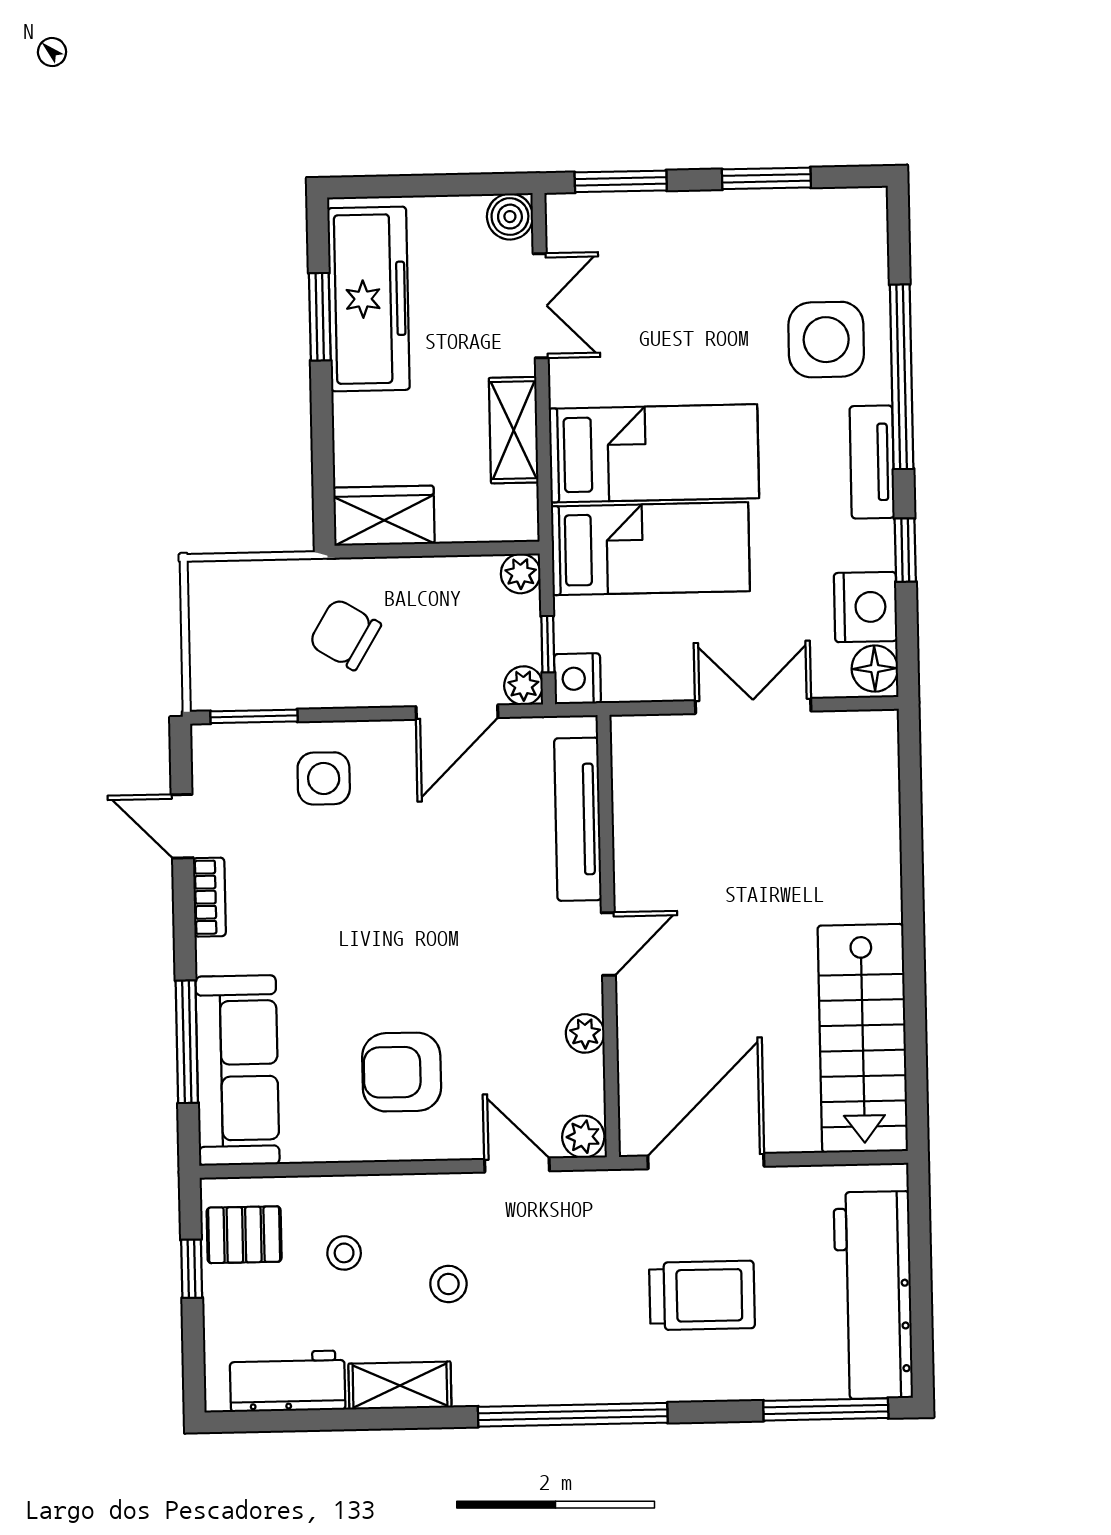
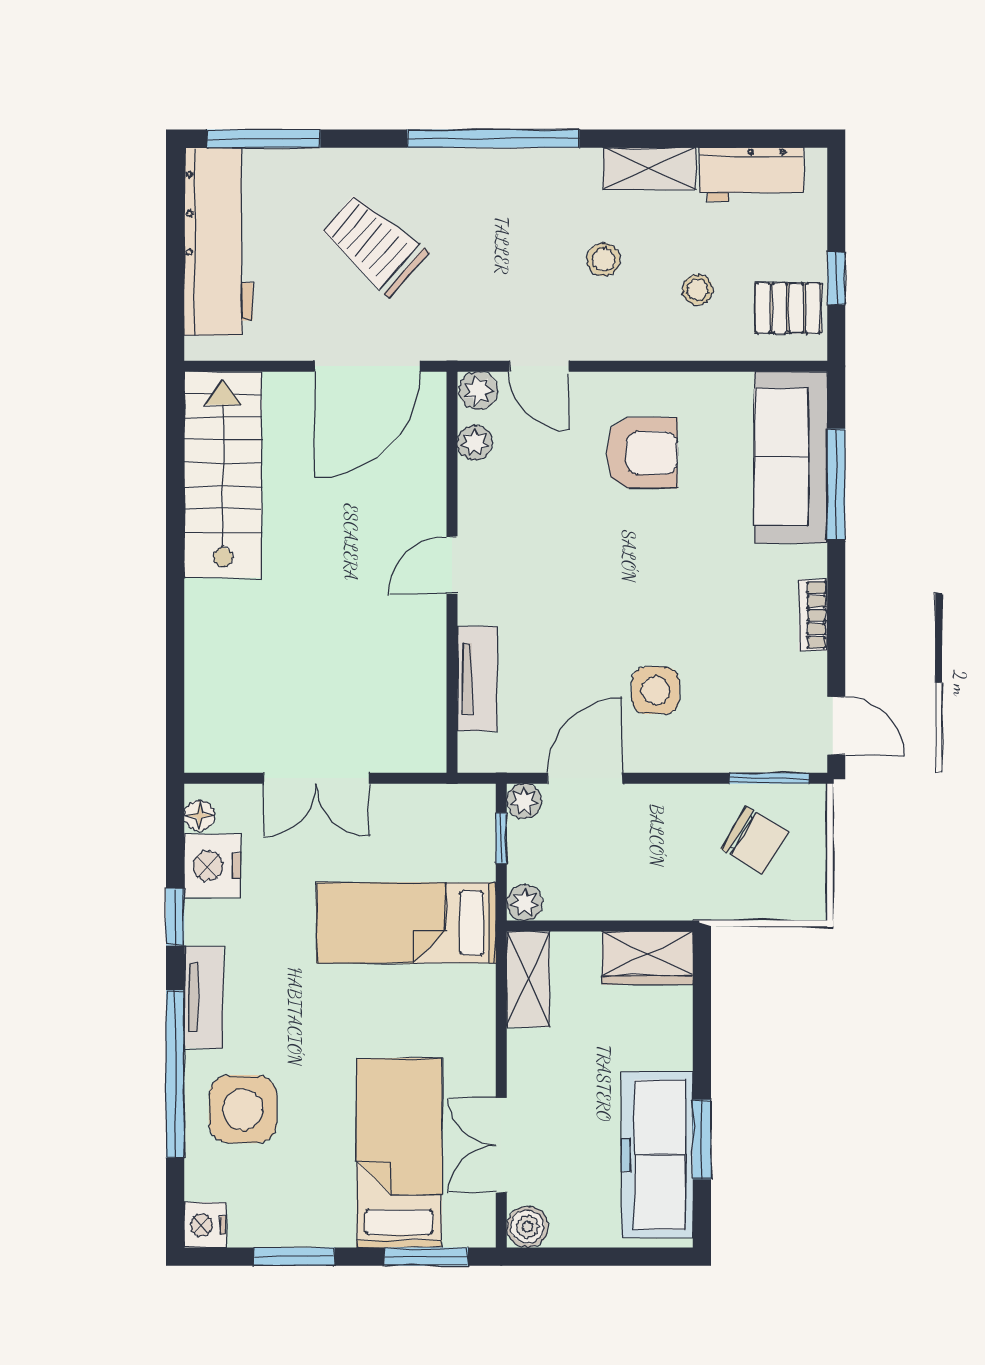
shelving: (514, 430) -> (528, 979), moved
bed: (654, 453) -> (399, 1153), moved, turned 90
chair: (345, 634) -> (755, 840), moved
floor lamp: (875, 669) -> (199, 816), width x0.73, depth x0.73
nightstand: (577, 679) -> (205, 1225), moved, turned 180
side table: (324, 778) -> (656, 690), moved
tv unit: (578, 819) -> (477, 679), width x0.71
door: (182, 826) -> (836, 726), moved
plant: (585, 1033) -> (475, 443), moved
trolley: (702, 1295) -> (374, 244), turned 41

